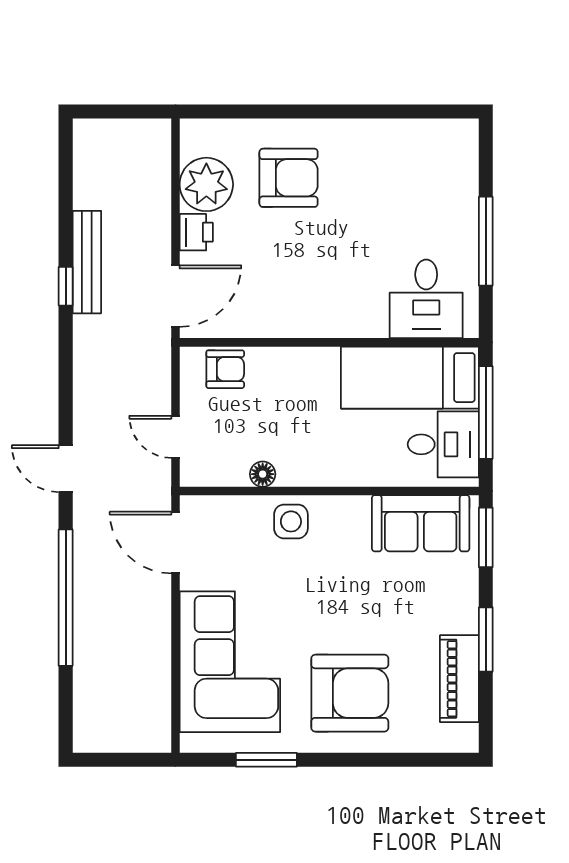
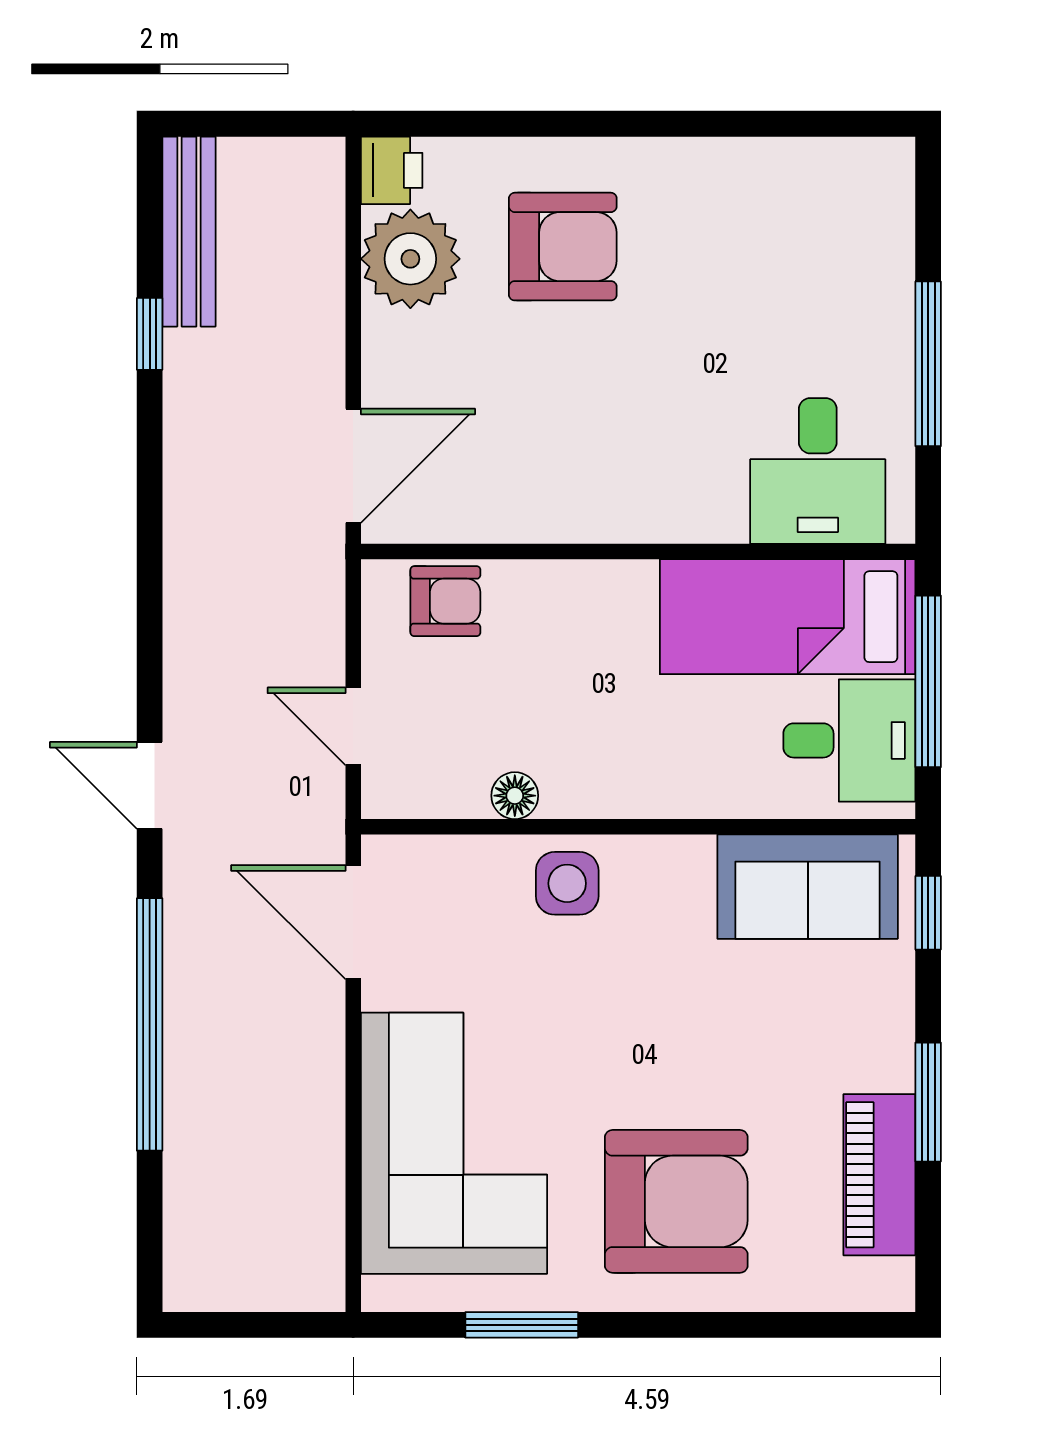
printer: (196, 232) -> (392, 170), moved
bench: (87, 262) -> (189, 232), moved
window: (66, 286) -> (150, 334), moved
window: (486, 537) -> (928, 913), width x0.67

